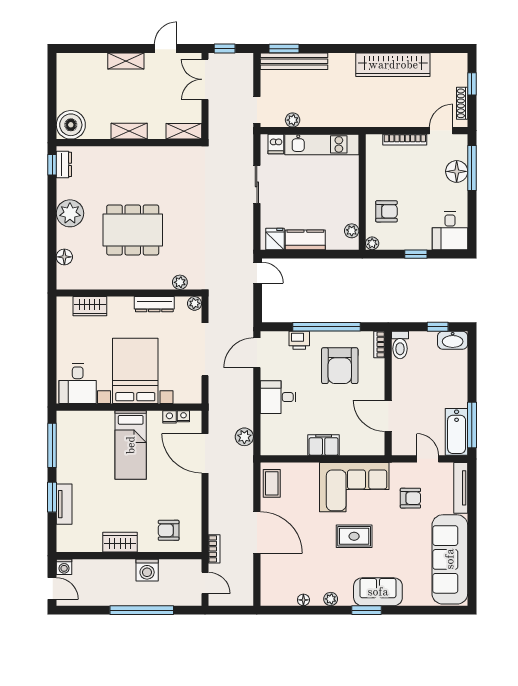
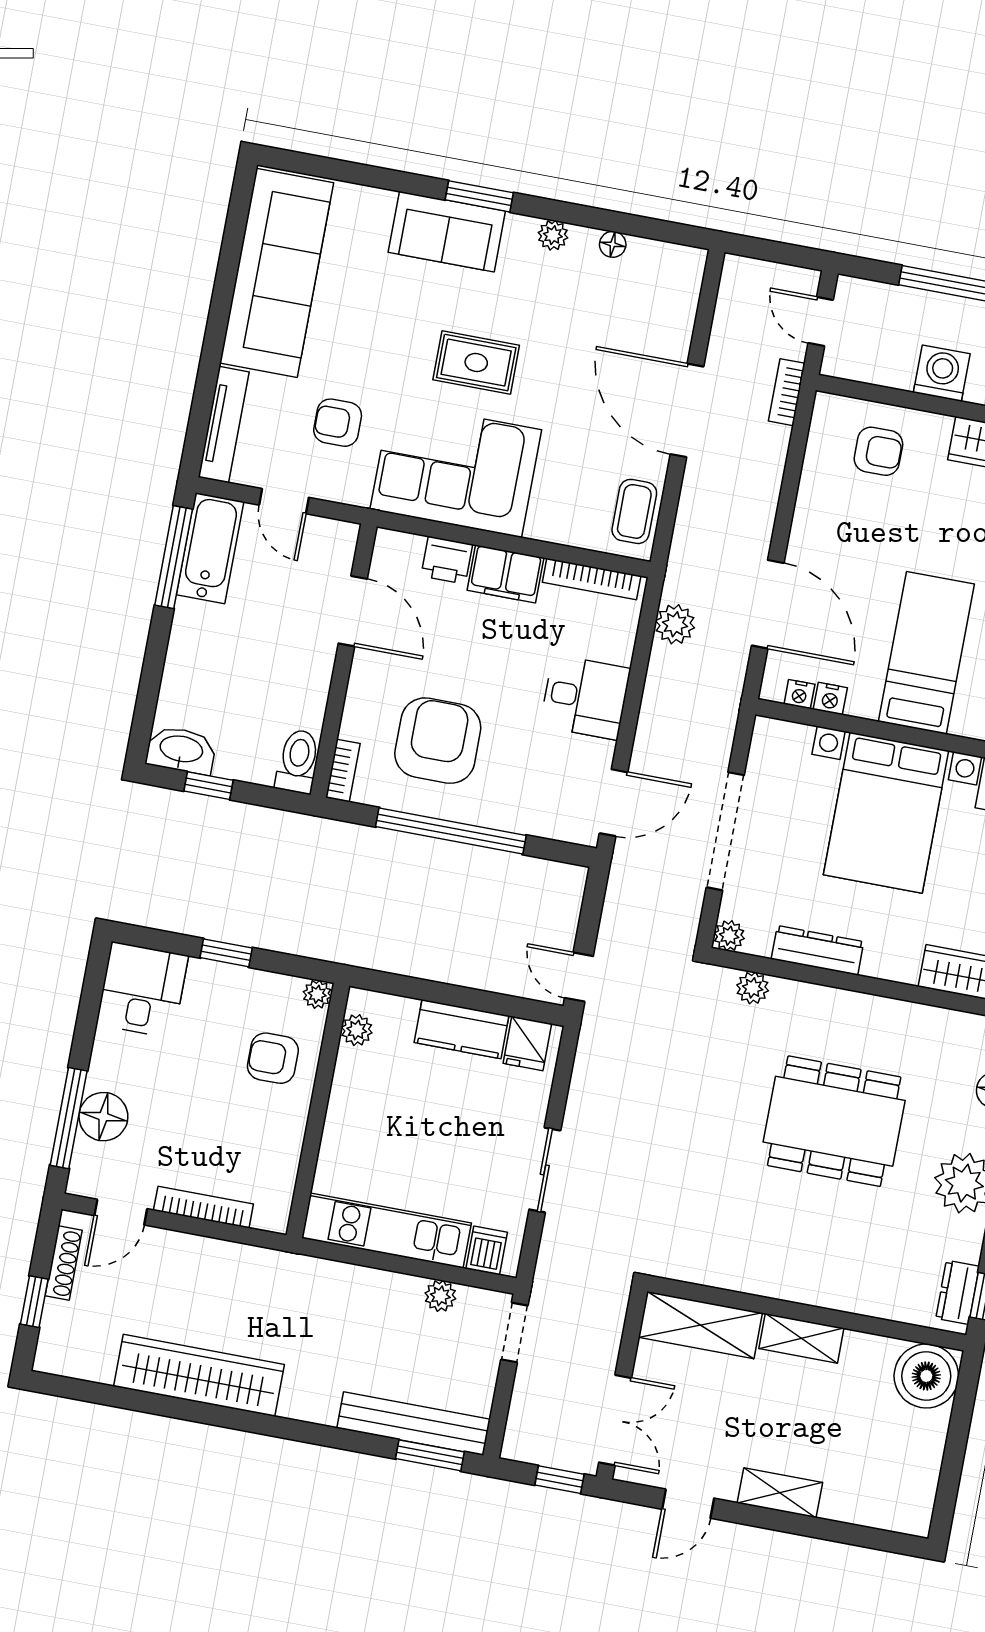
shelving: (184, 131) -> (700, 1325), width x1.50, depth x1.33
printer: (299, 340) -> (447, 560), moved, turned 180
bookcase: (285, 450) -> (592, 579), added

